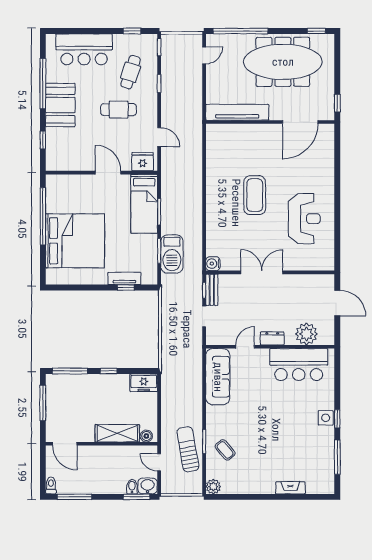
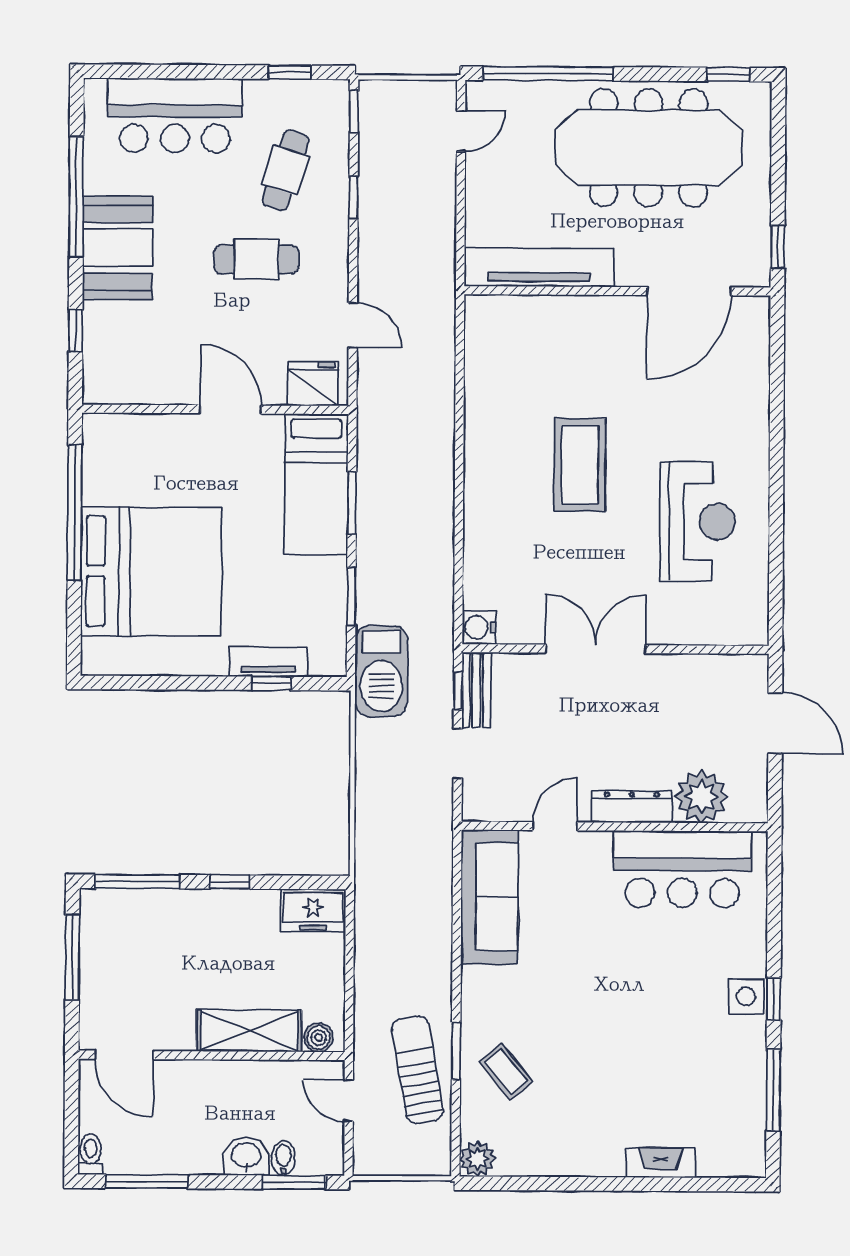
barbecue: (172, 254) -> (381, 671), moved
dresser: (272, 339) -> (632, 807), width x1.44
washbasin: (148, 486) -> (246, 1156), moved

